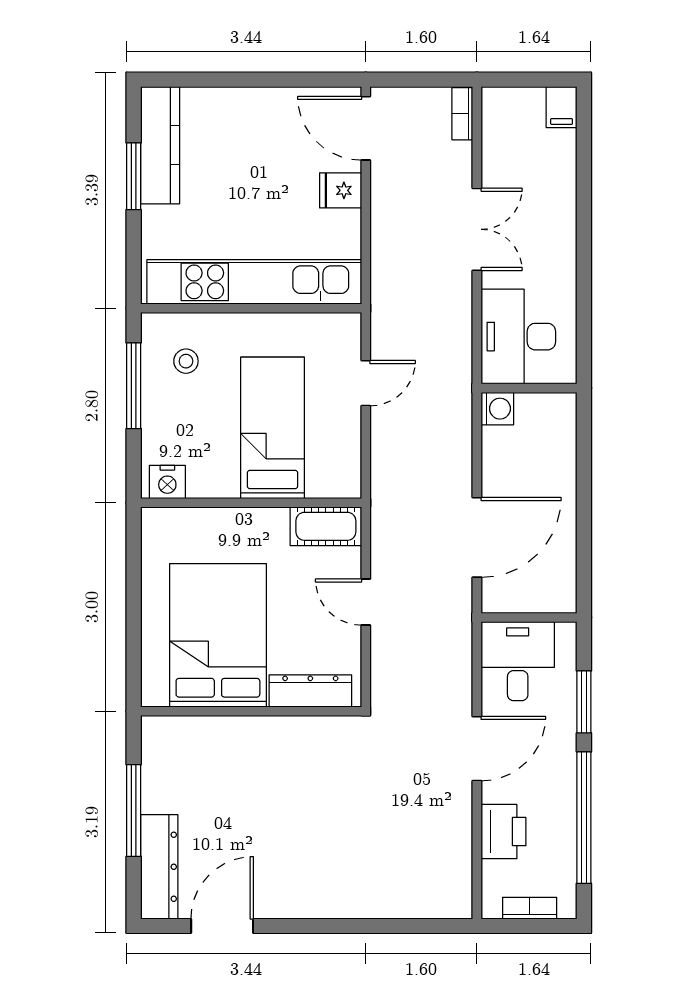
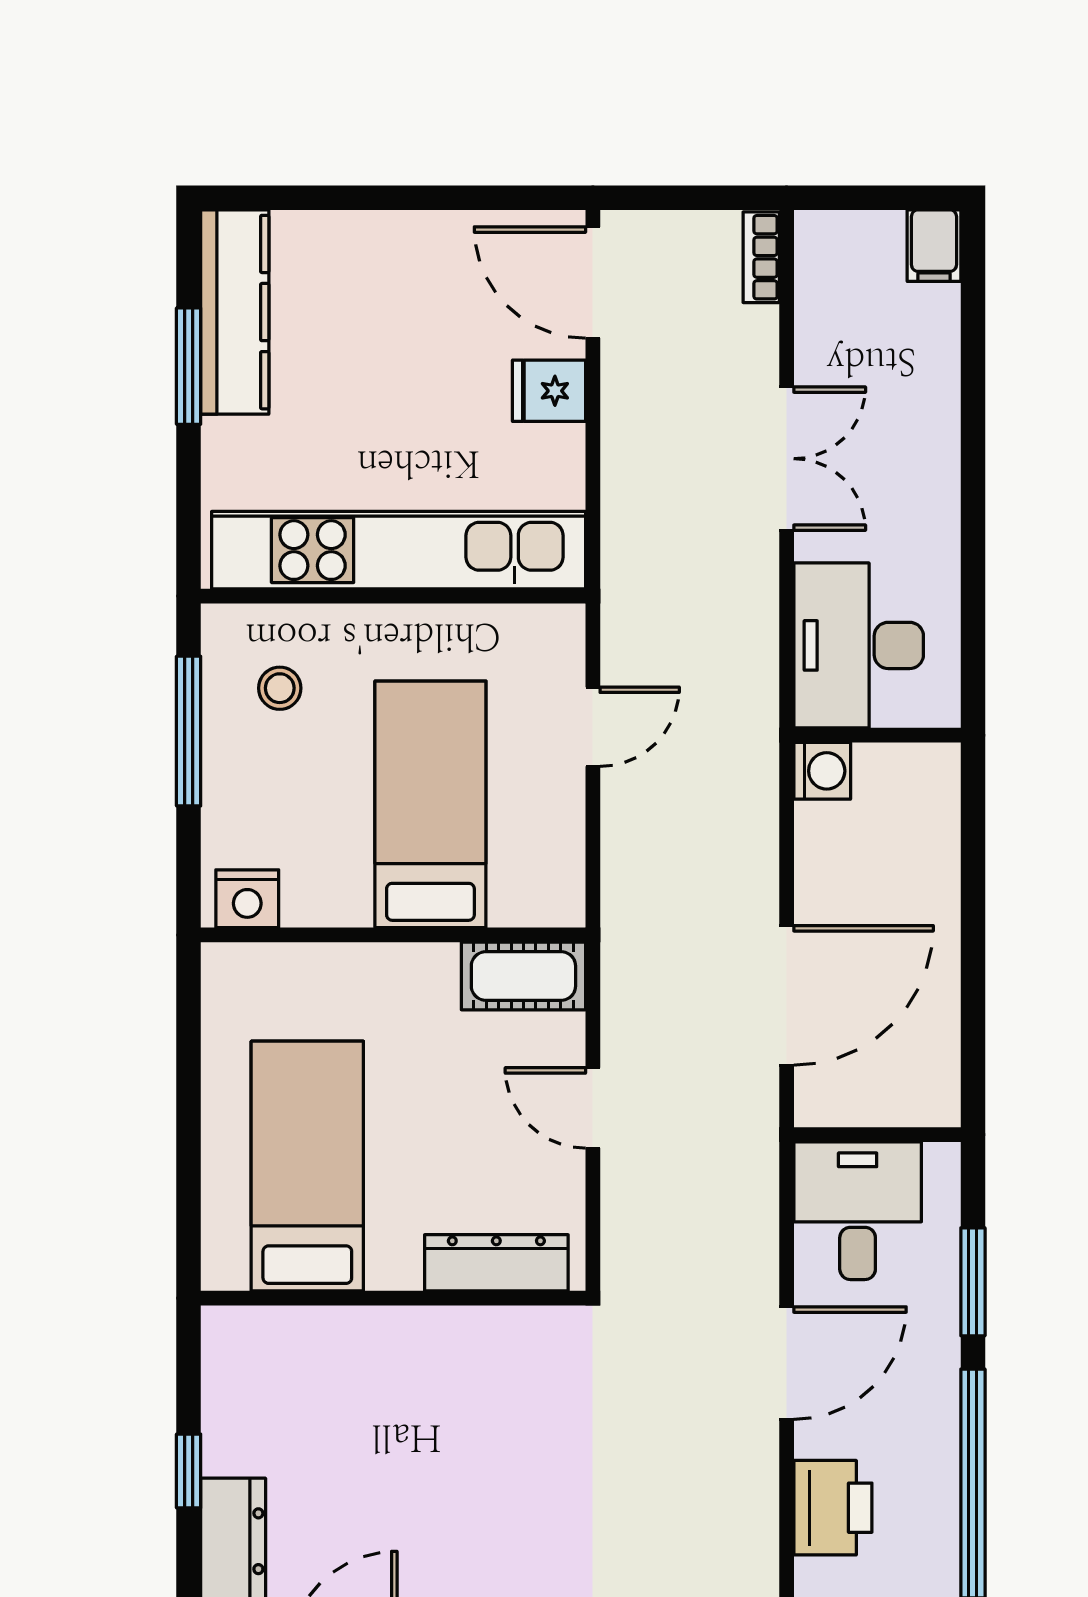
bed: (218, 635) -> (307, 1166), width x0.67
window: (134, 811) -> (189, 1471), width x0.46

